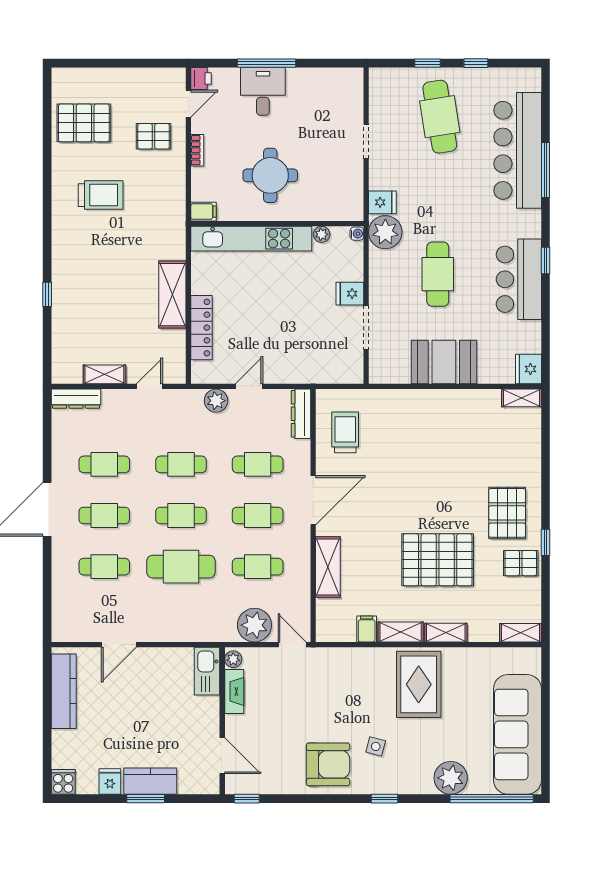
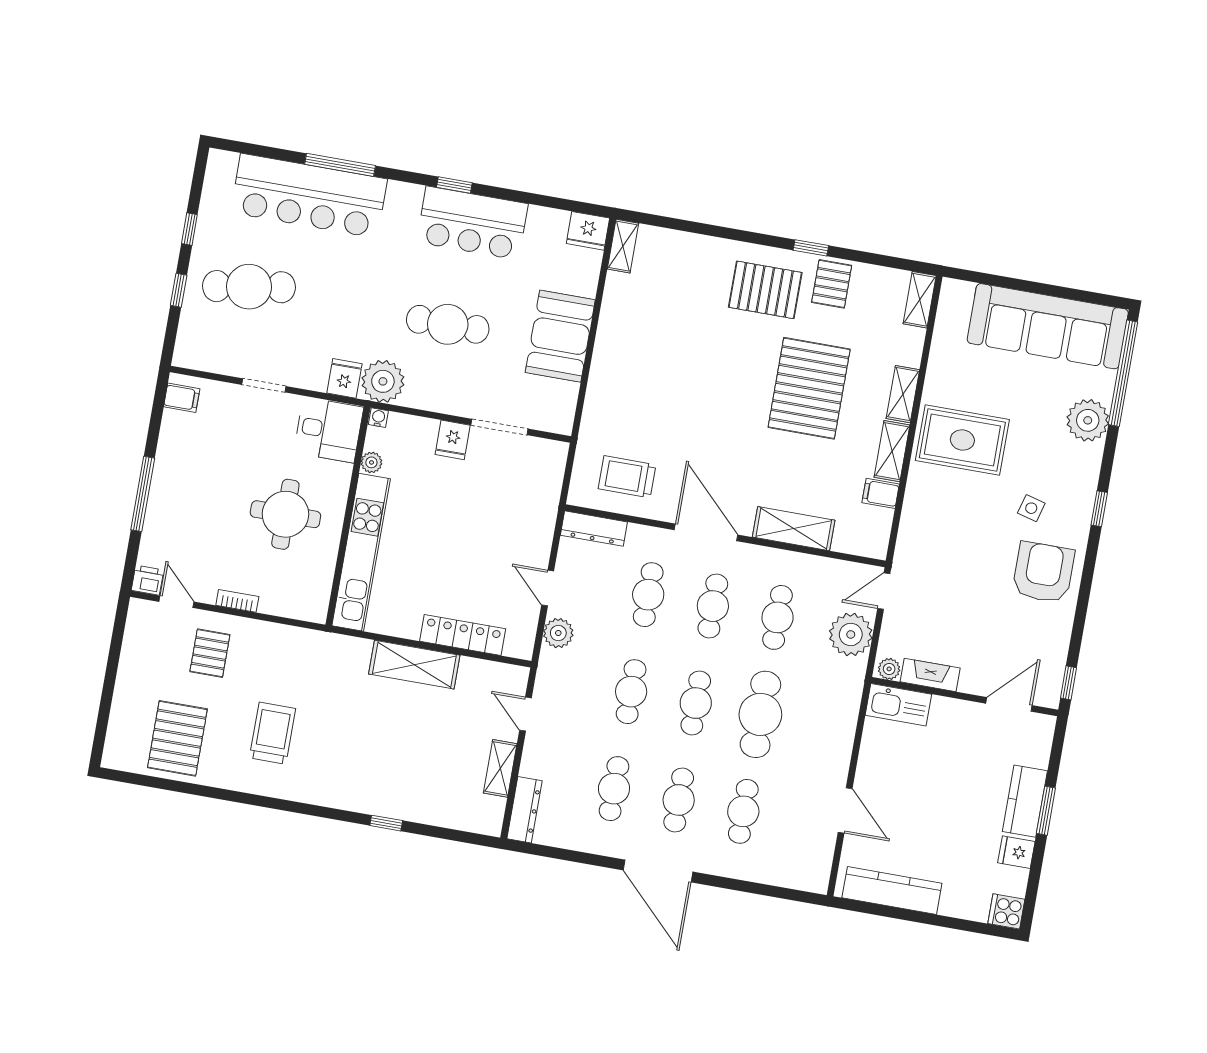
desk: (263, 91) -> (329, 430), moved, turned 180
filing cabinet: (204, 212) -> (182, 398), moved, turned 90

